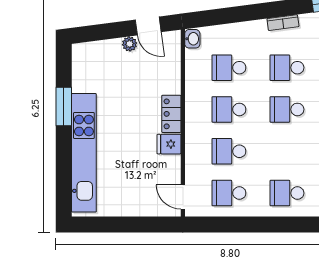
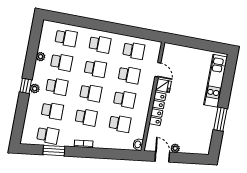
locker: (171, 114) -> (157, 109), width x1.53
school desk: (287, 151) -> (95, 69), added
kitchen unit: (84, 153) -> (215, 81), width x0.73
door: (183, 197) -> (158, 70), moved

